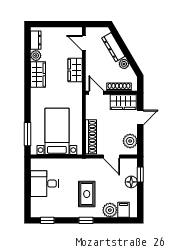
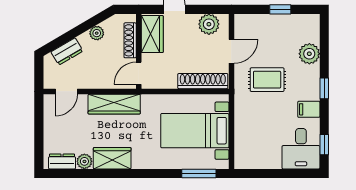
dresser: (113, 47) -> (67, 51), width x0.70
wardrobe: (75, 70) -> (114, 104), width x1.50
window: (140, 175) -> (280, 9), moved
floor lamp: (131, 182) -> (268, 23), removed
desk: (44, 184) -> (301, 149), moved
rug: (87, 194) -> (267, 80), moved
filing cabinet: (124, 210) -> (309, 109), moved

